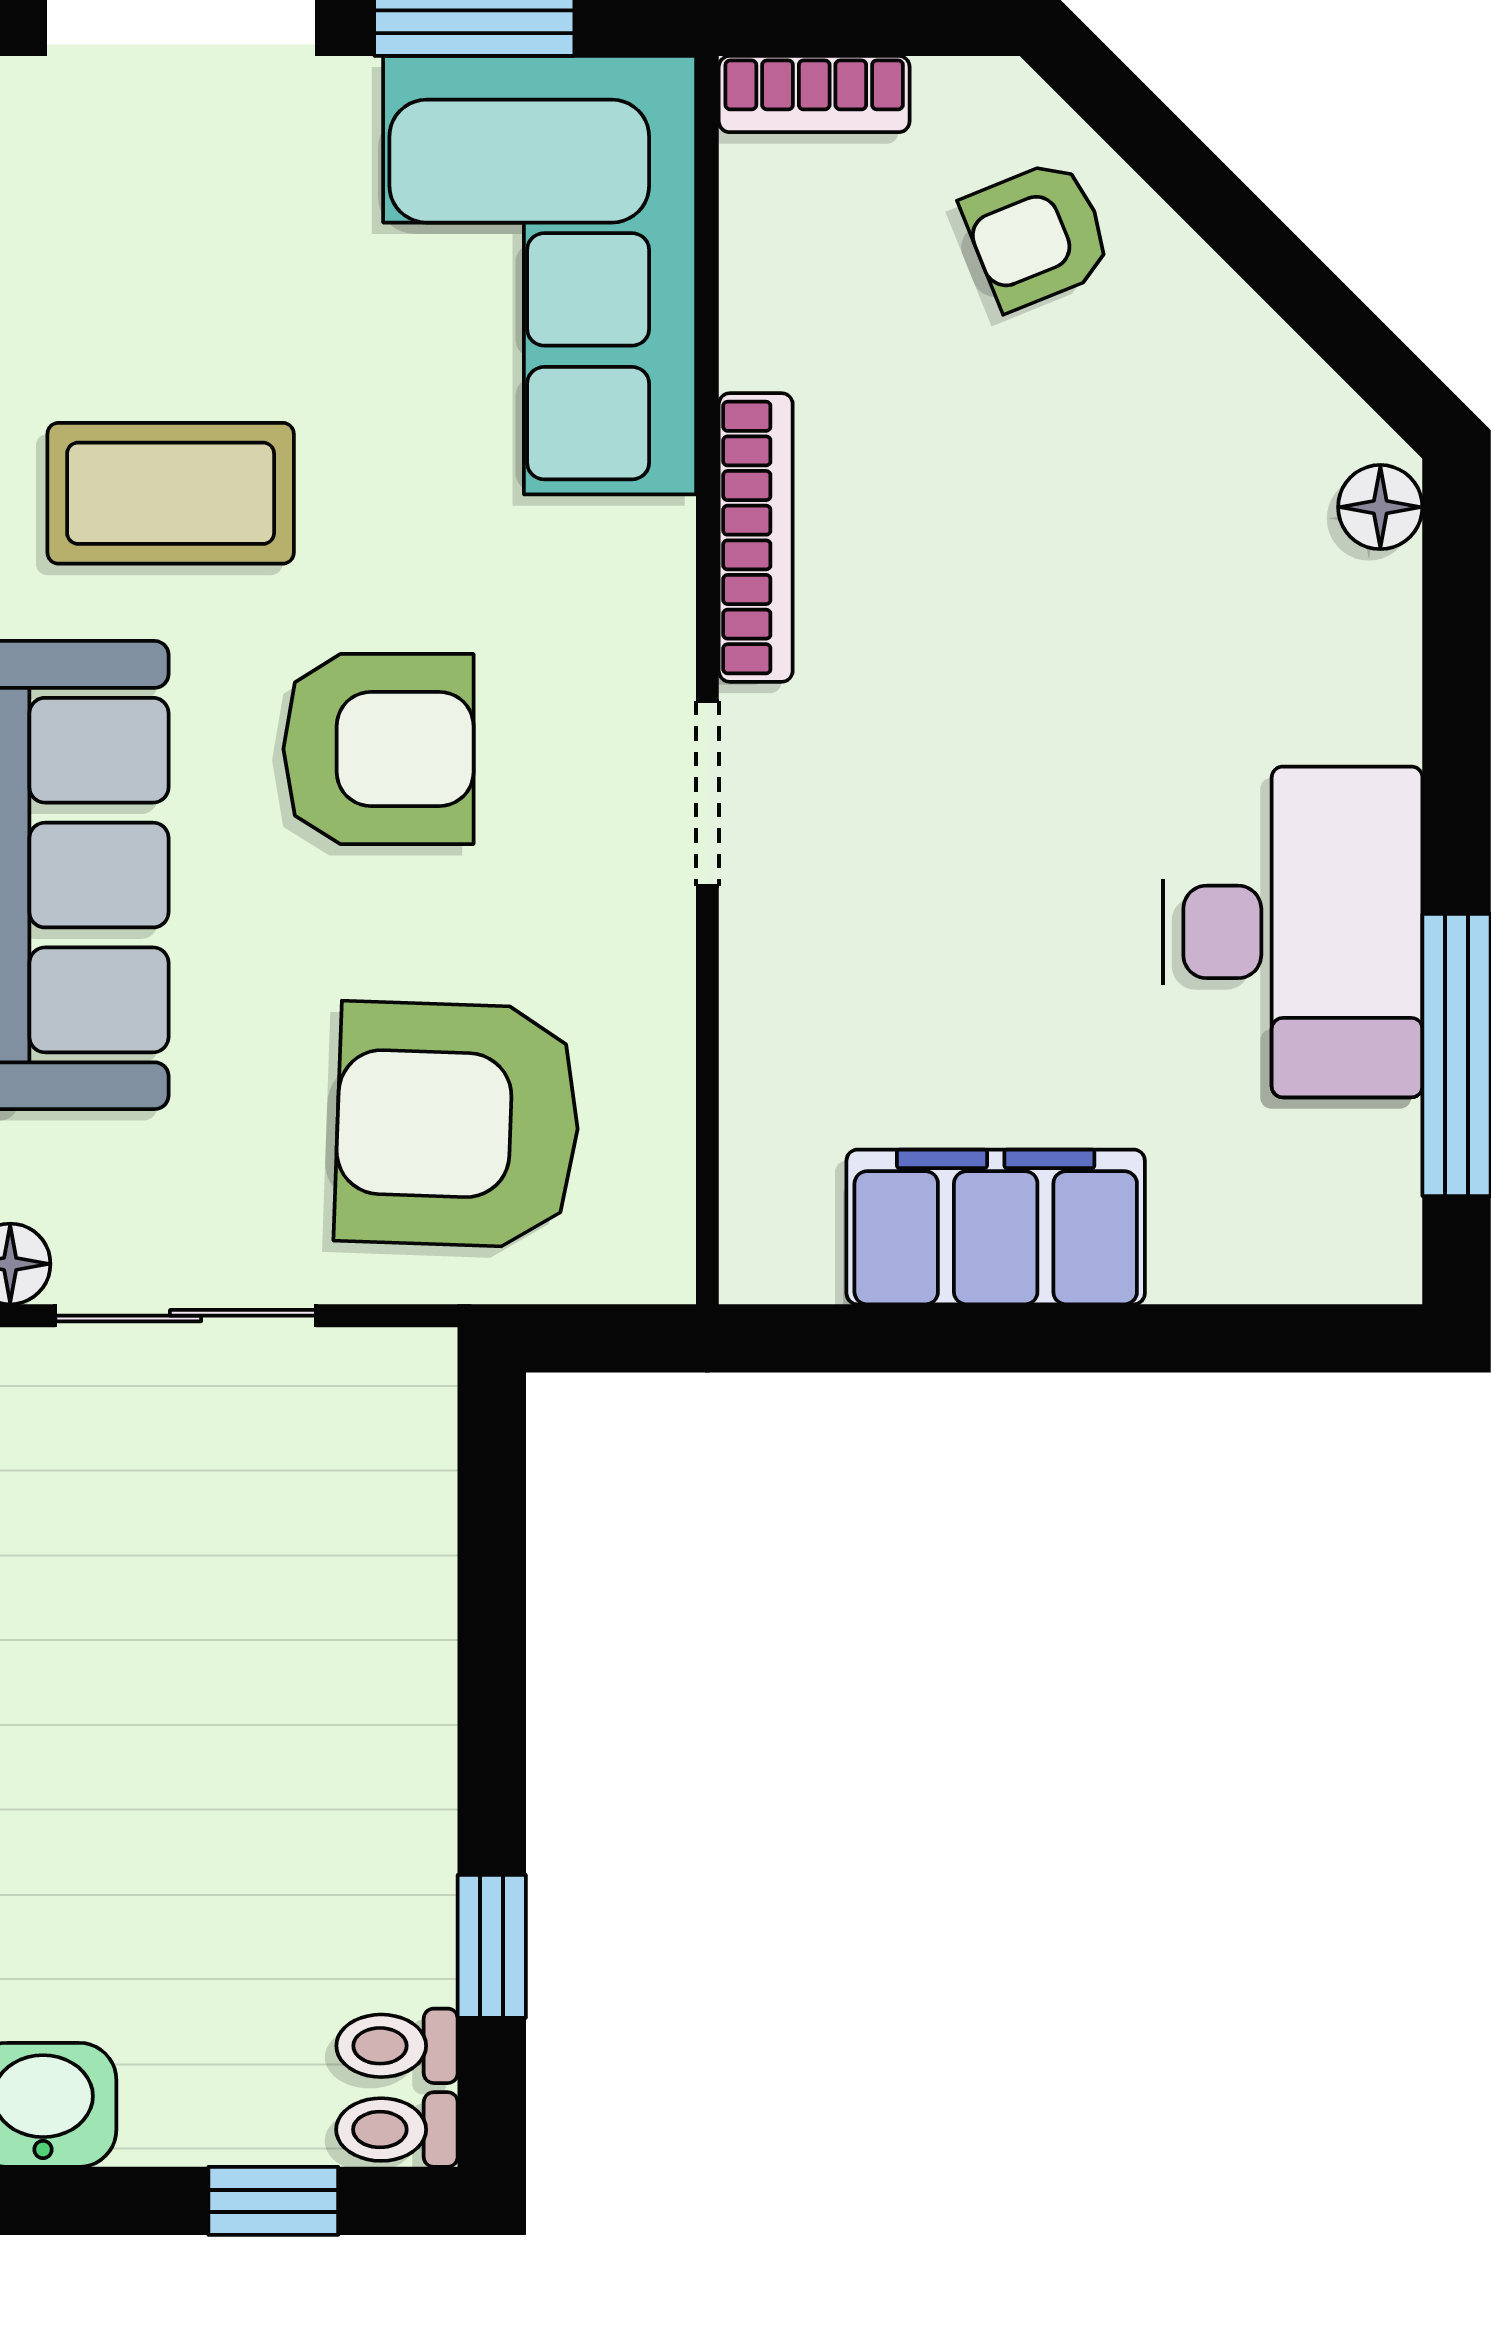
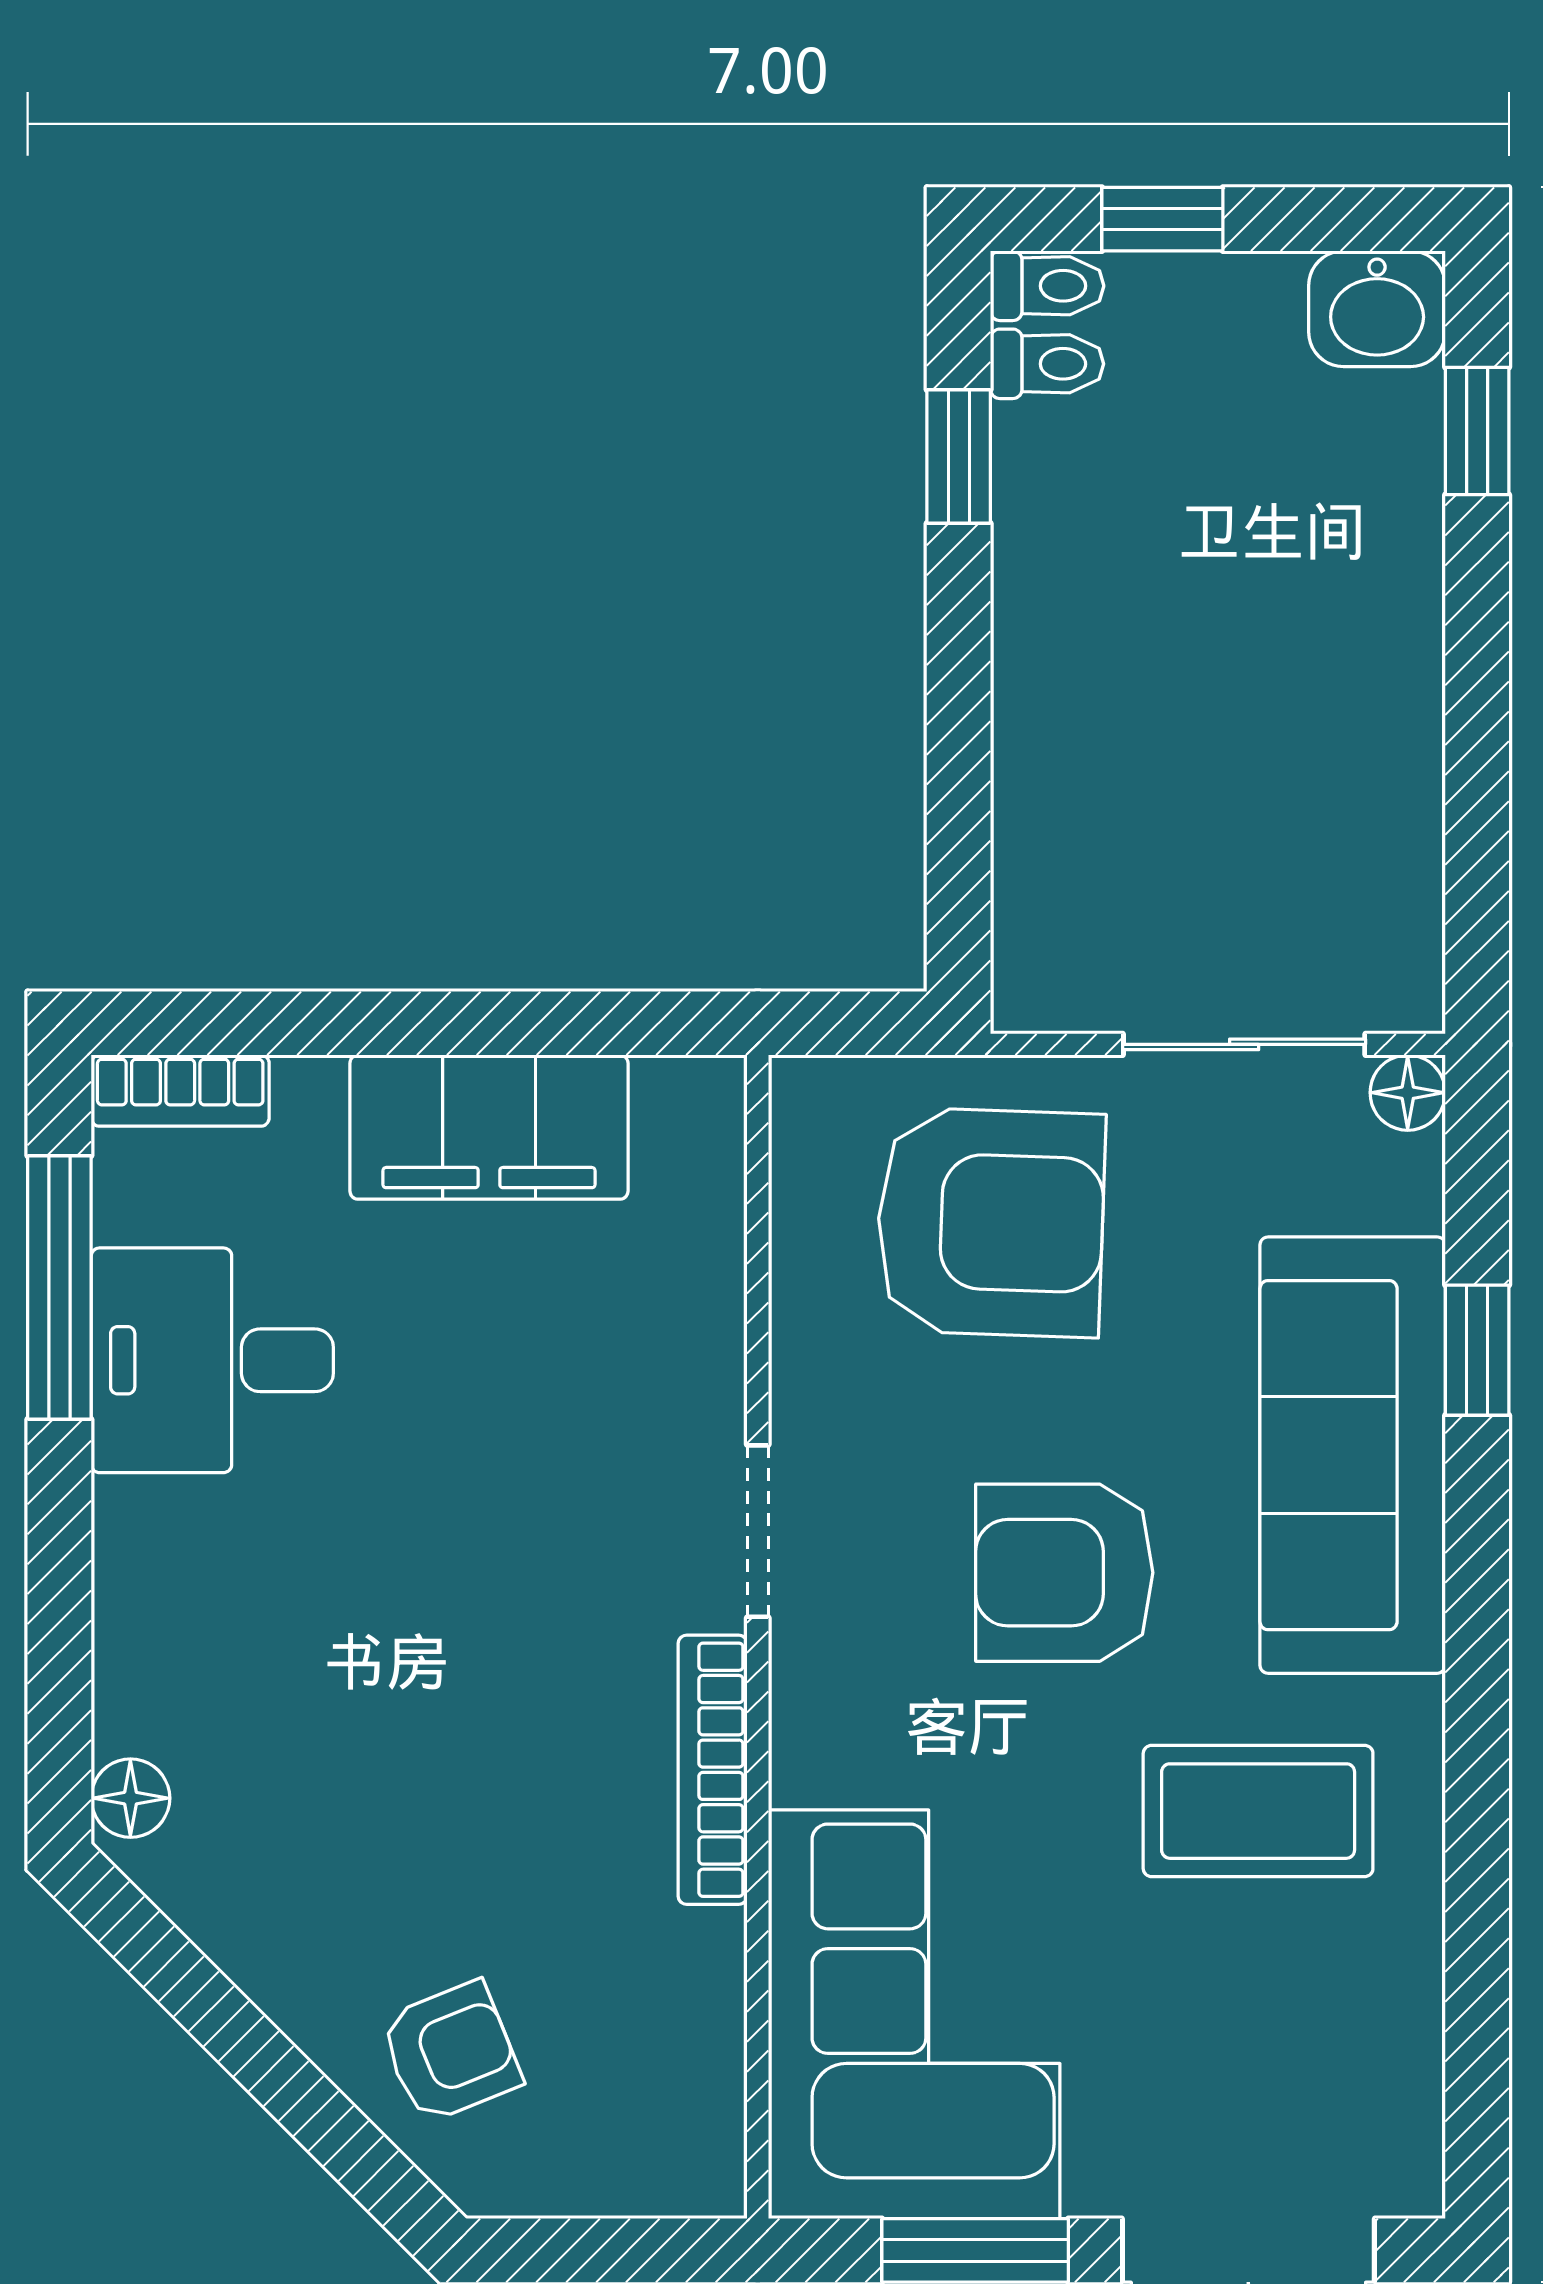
bookcase: (814, 94) -> (180, 1091), moved, turned 180
desk: (1292, 932) -> (212, 1360), width x0.73

